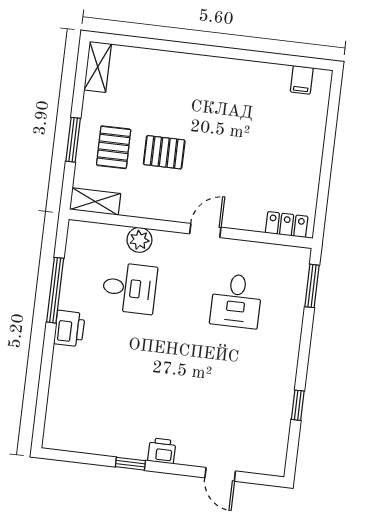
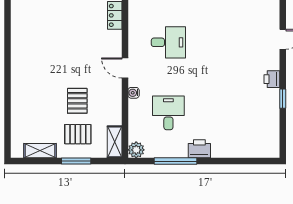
shelving: (98, 67) -> (40, 151), moved
filing cabinet: (302, 80) -> (19, 17), removed
water cooler: (166, 239) -> (134, 93), added
plant: (139, 240) -> (136, 150), moved

